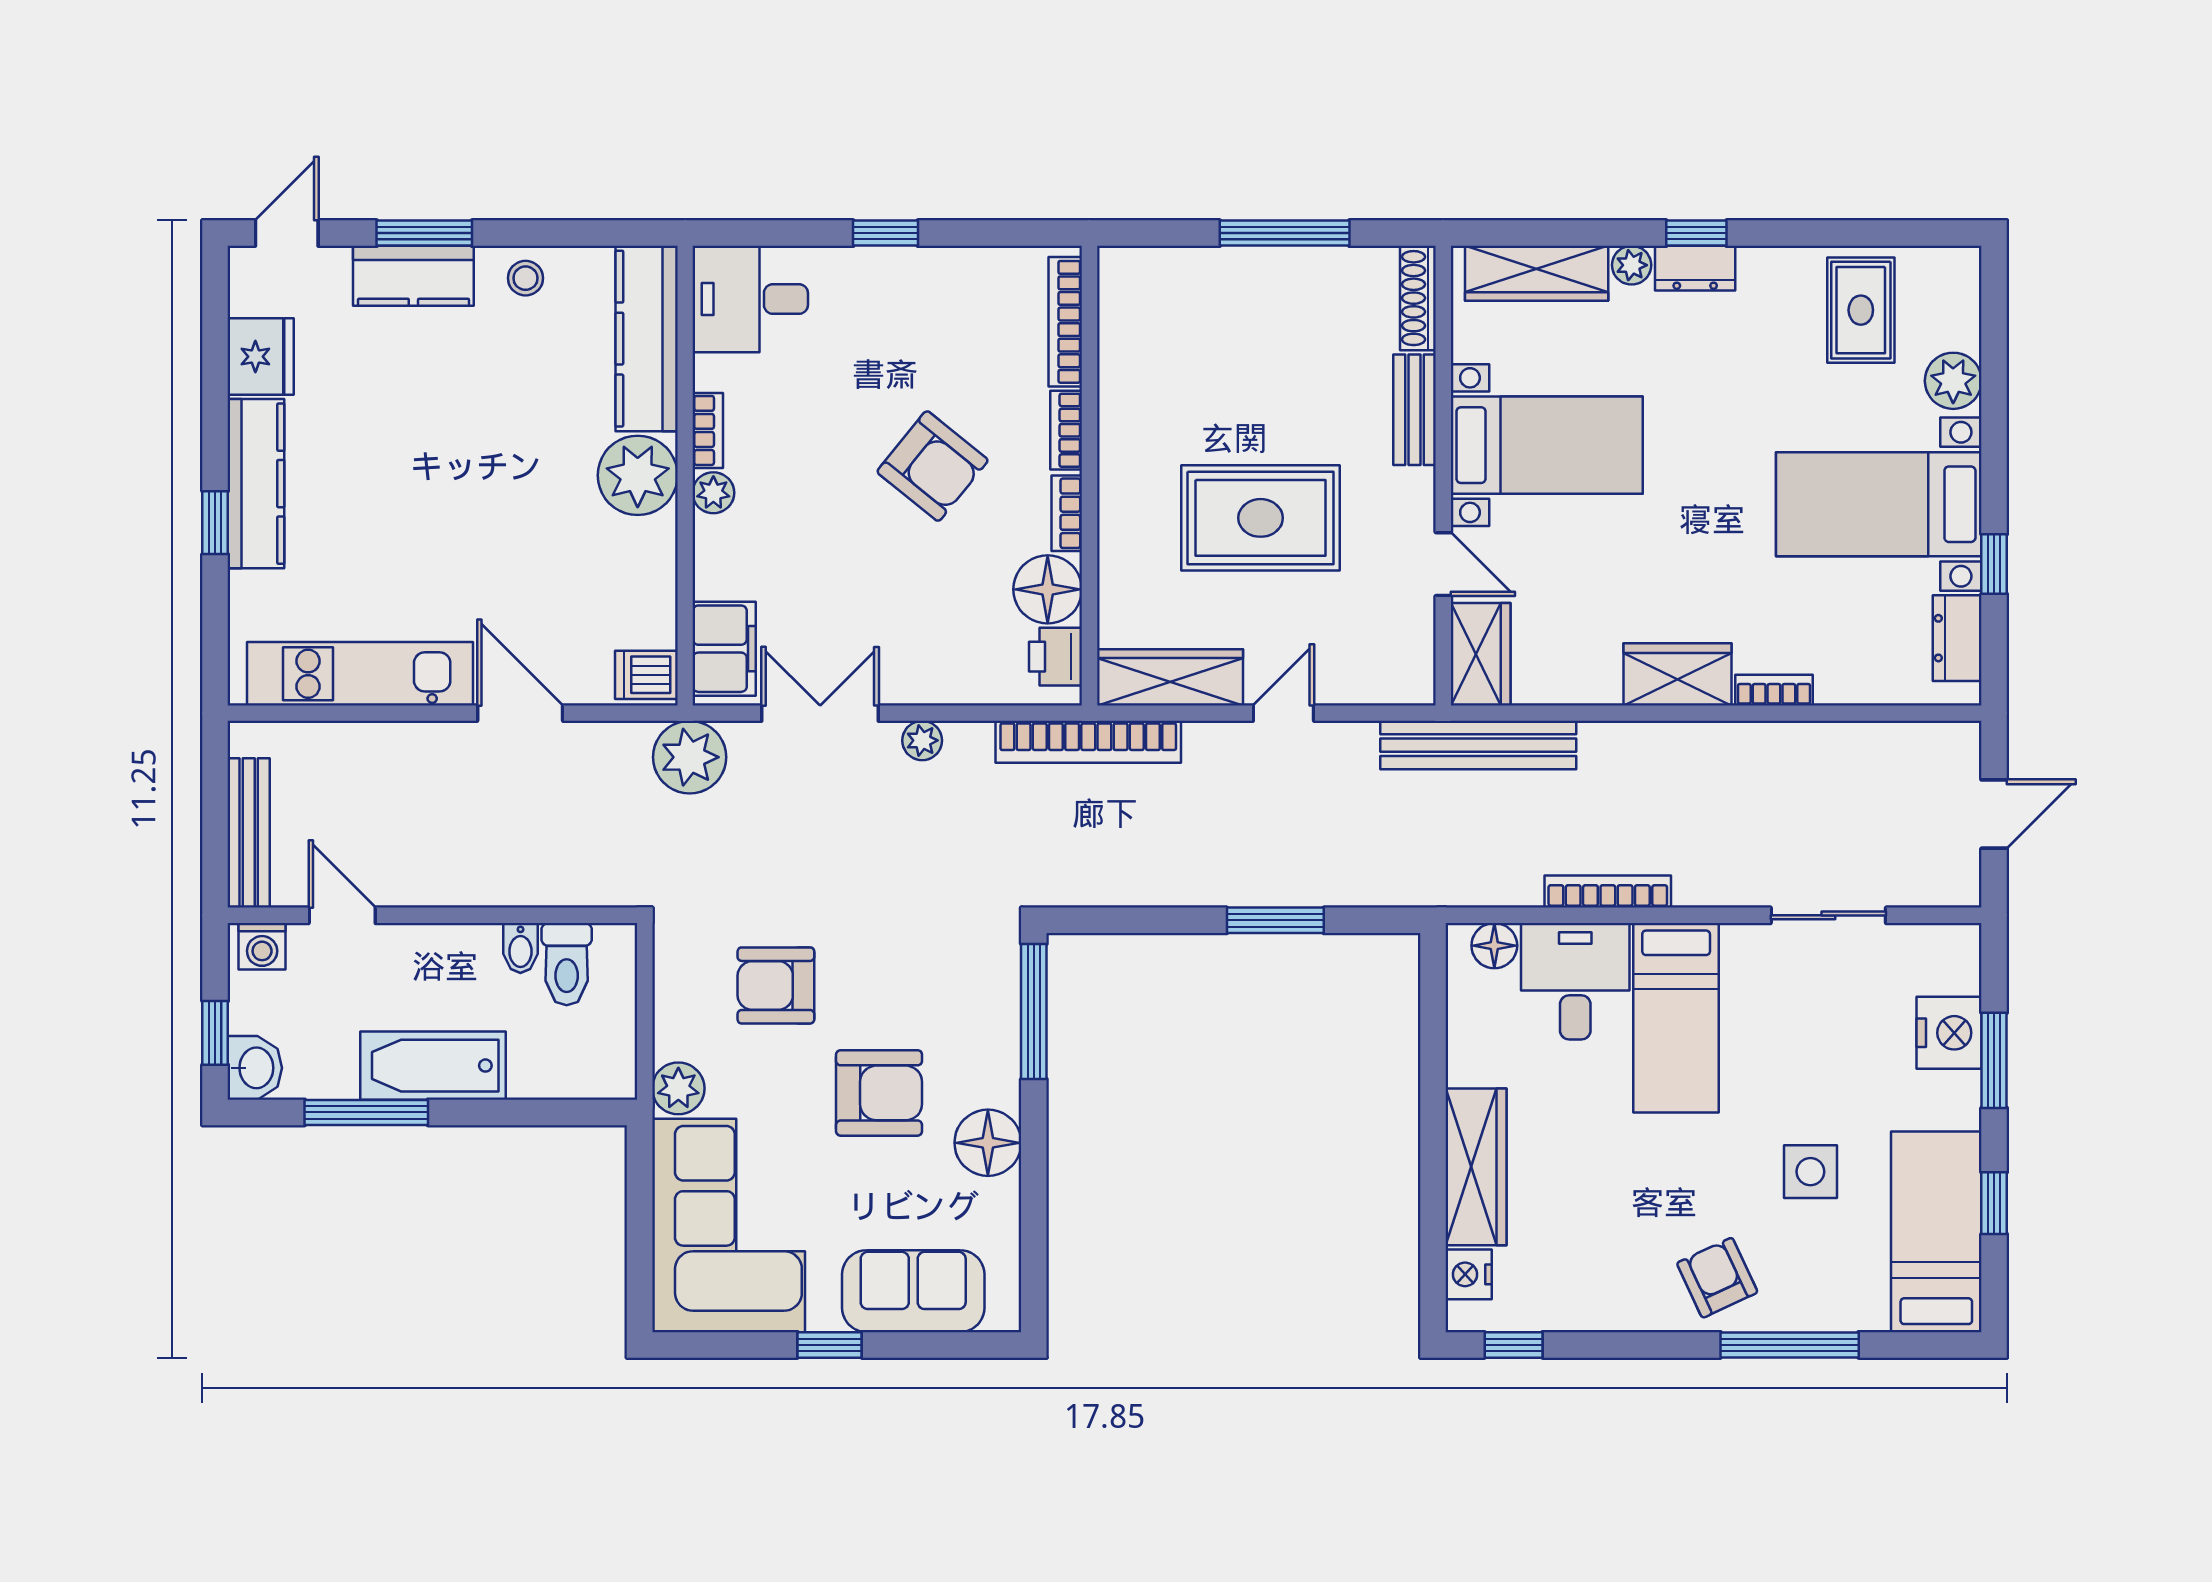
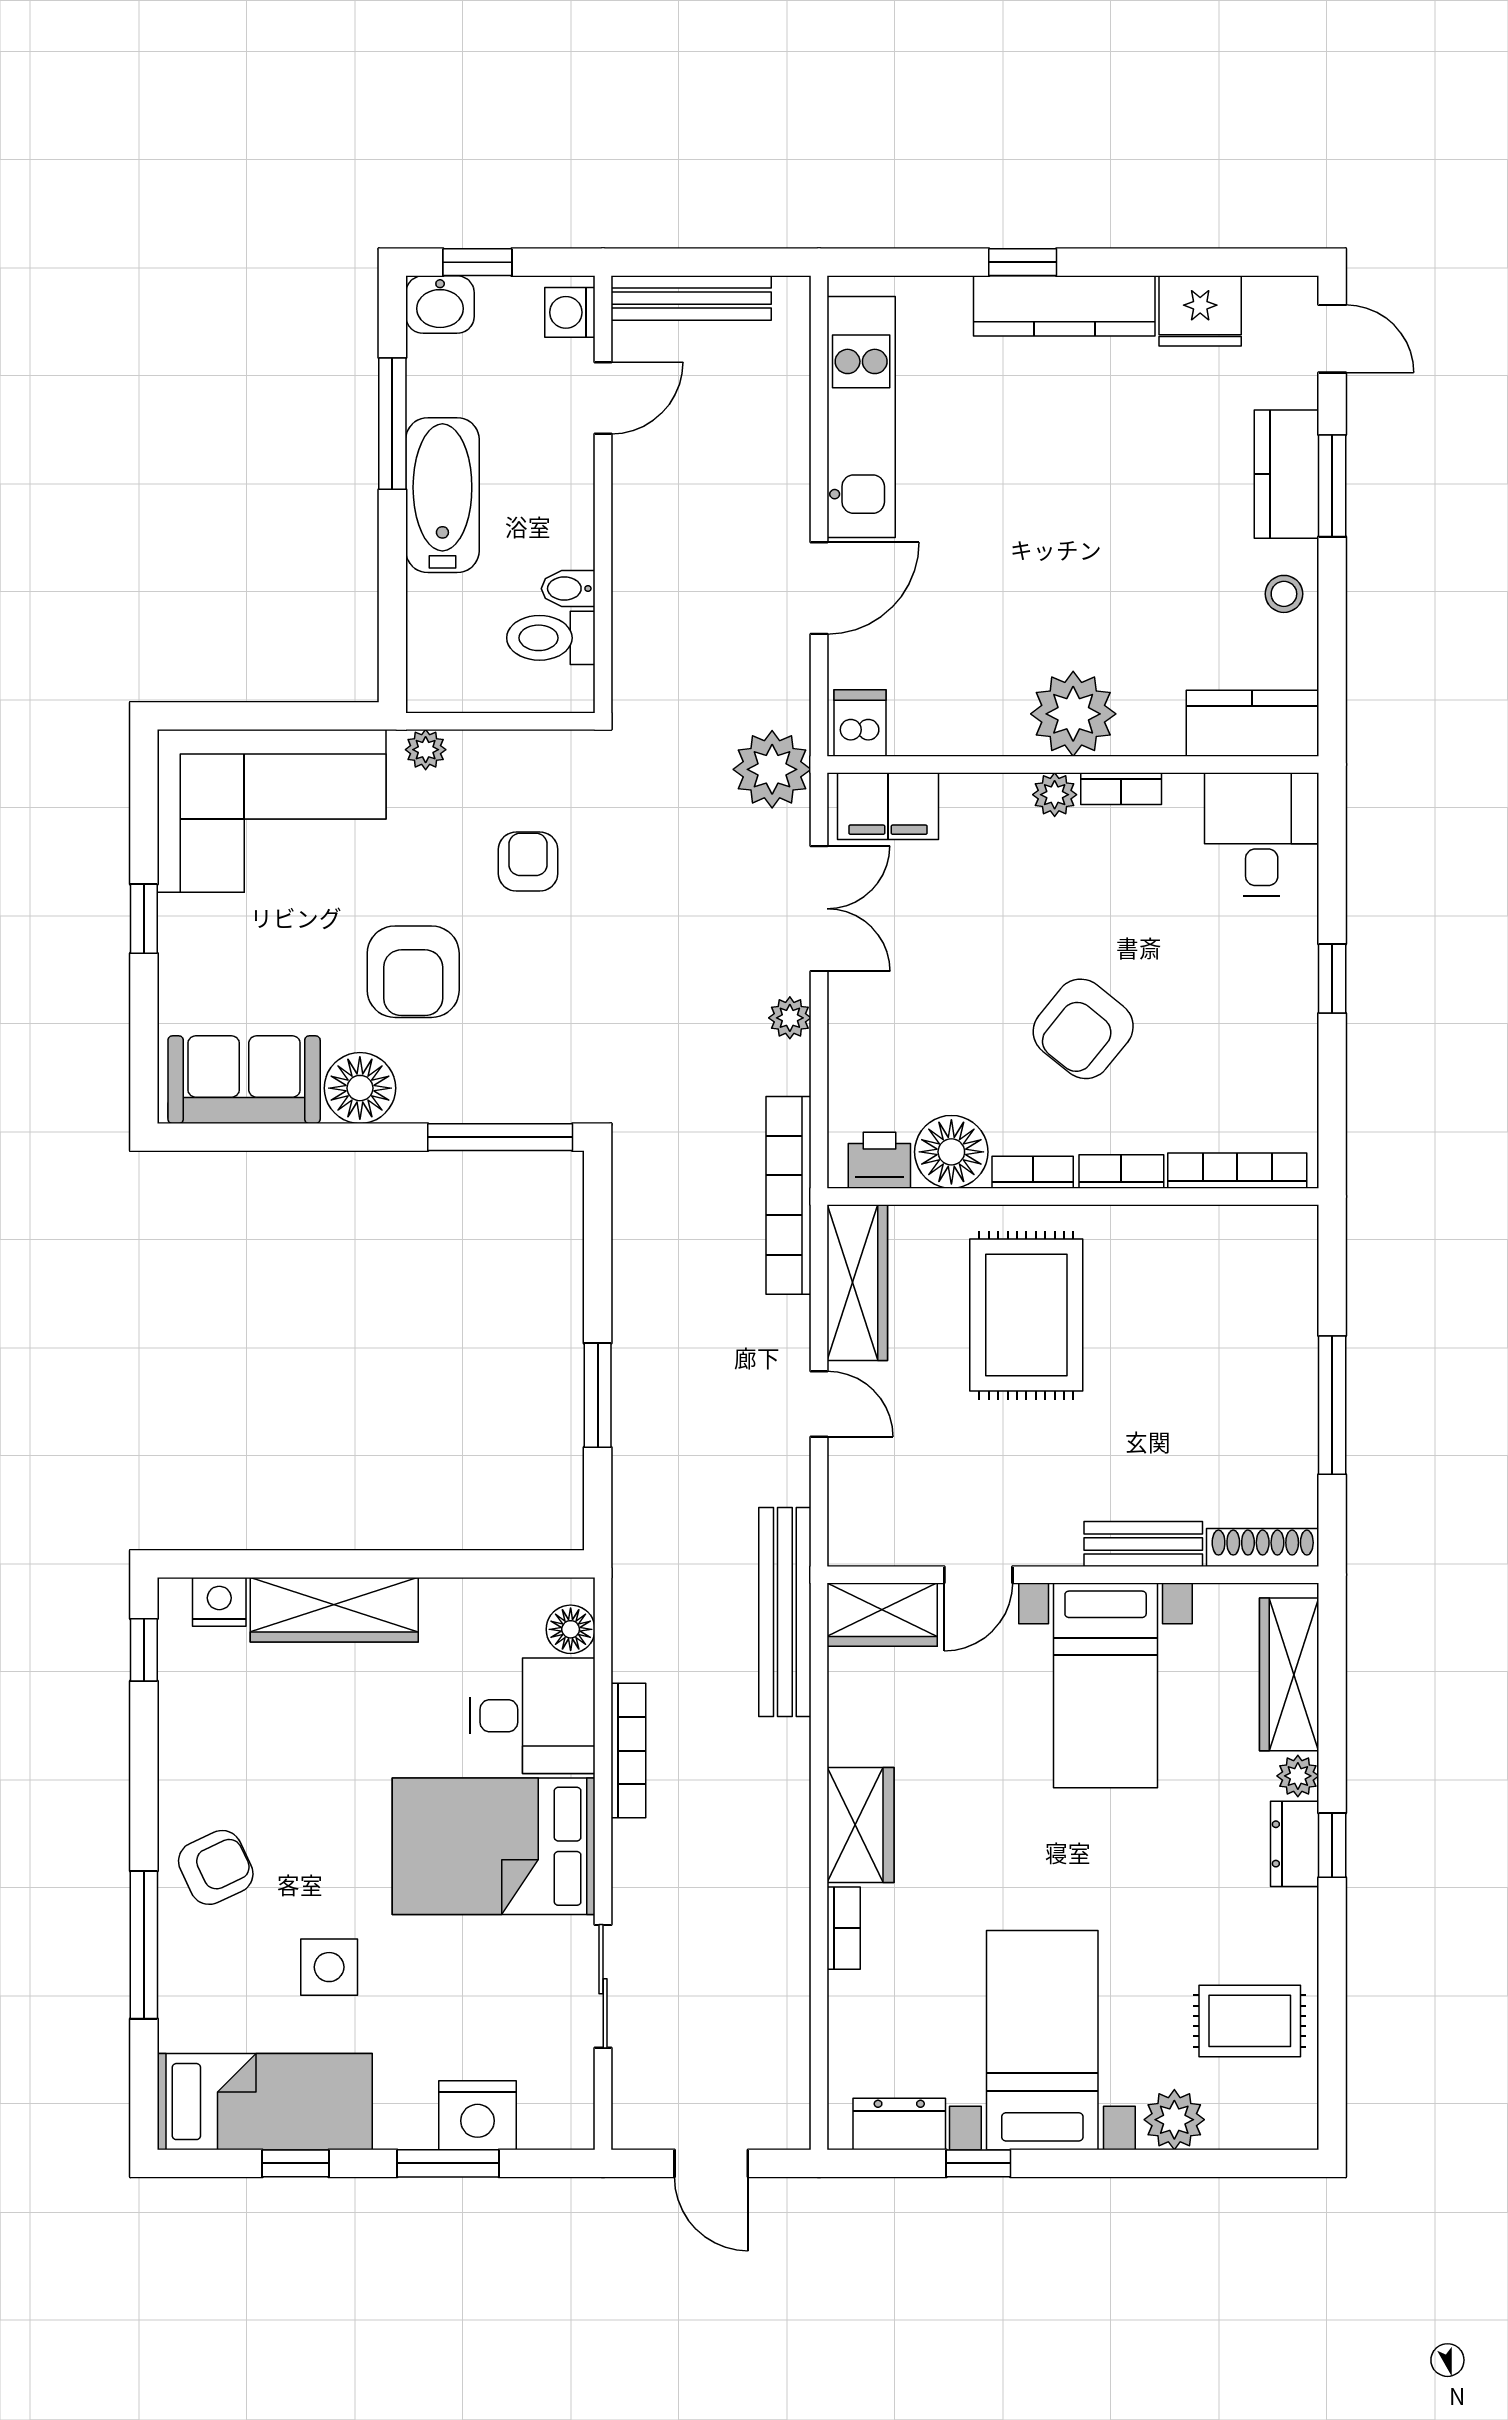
kitchen counter: (647, 339) -> (1252, 723), width x0.67
rug: (1261, 518) -> (1026, 1315), moved
armchair: (776, 985) -> (528, 862), width x0.72, depth x0.72
bed: (1676, 1018) -> (494, 1846), width x1.50
plant: (678, 1088) -> (426, 750), width x0.73, depth x0.73
sofa: (913, 1291) -> (244, 1080), moved, turned -90

